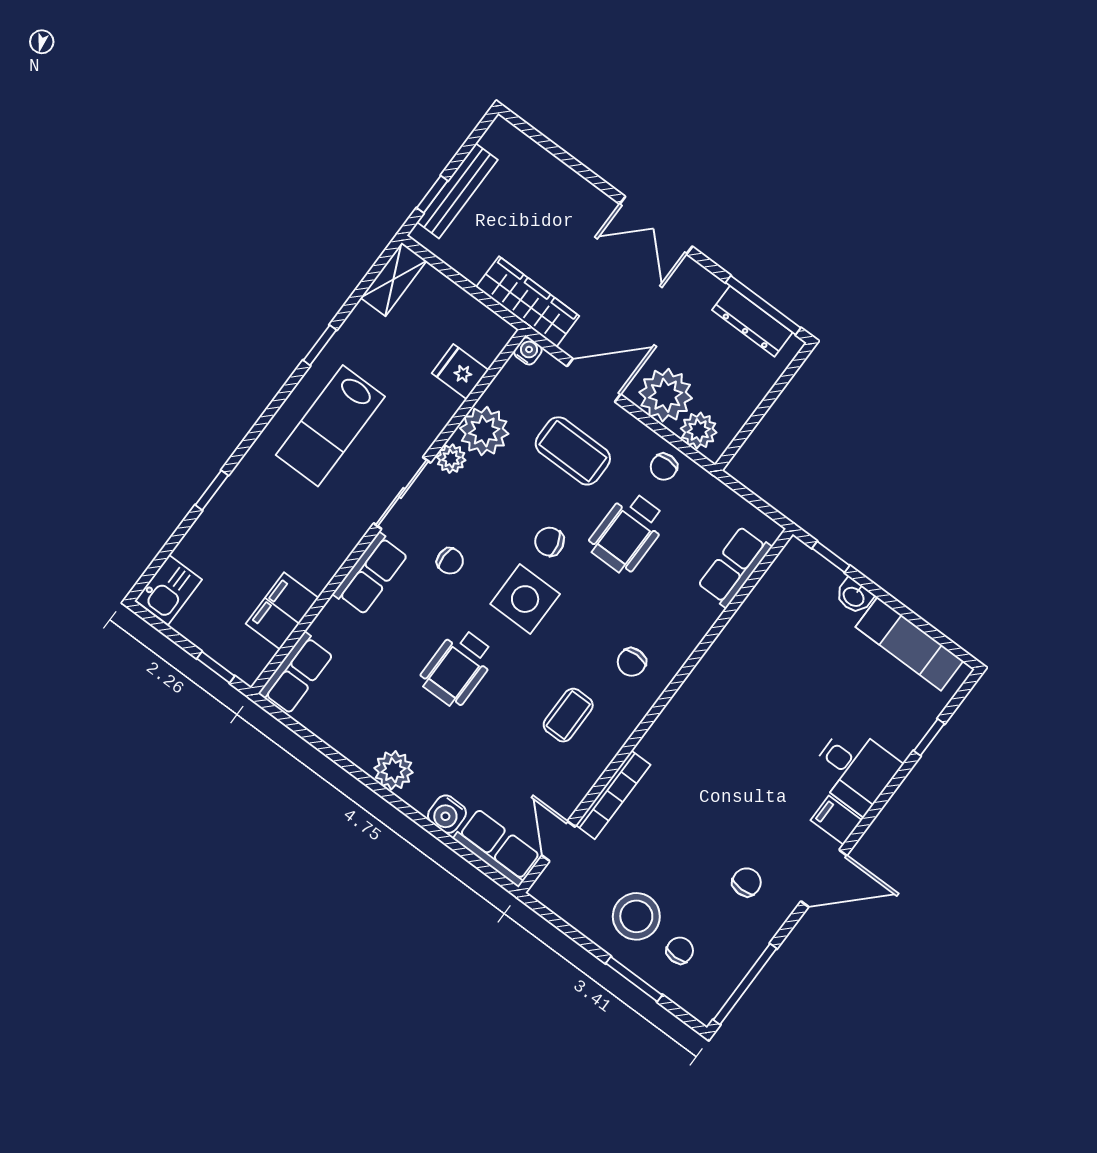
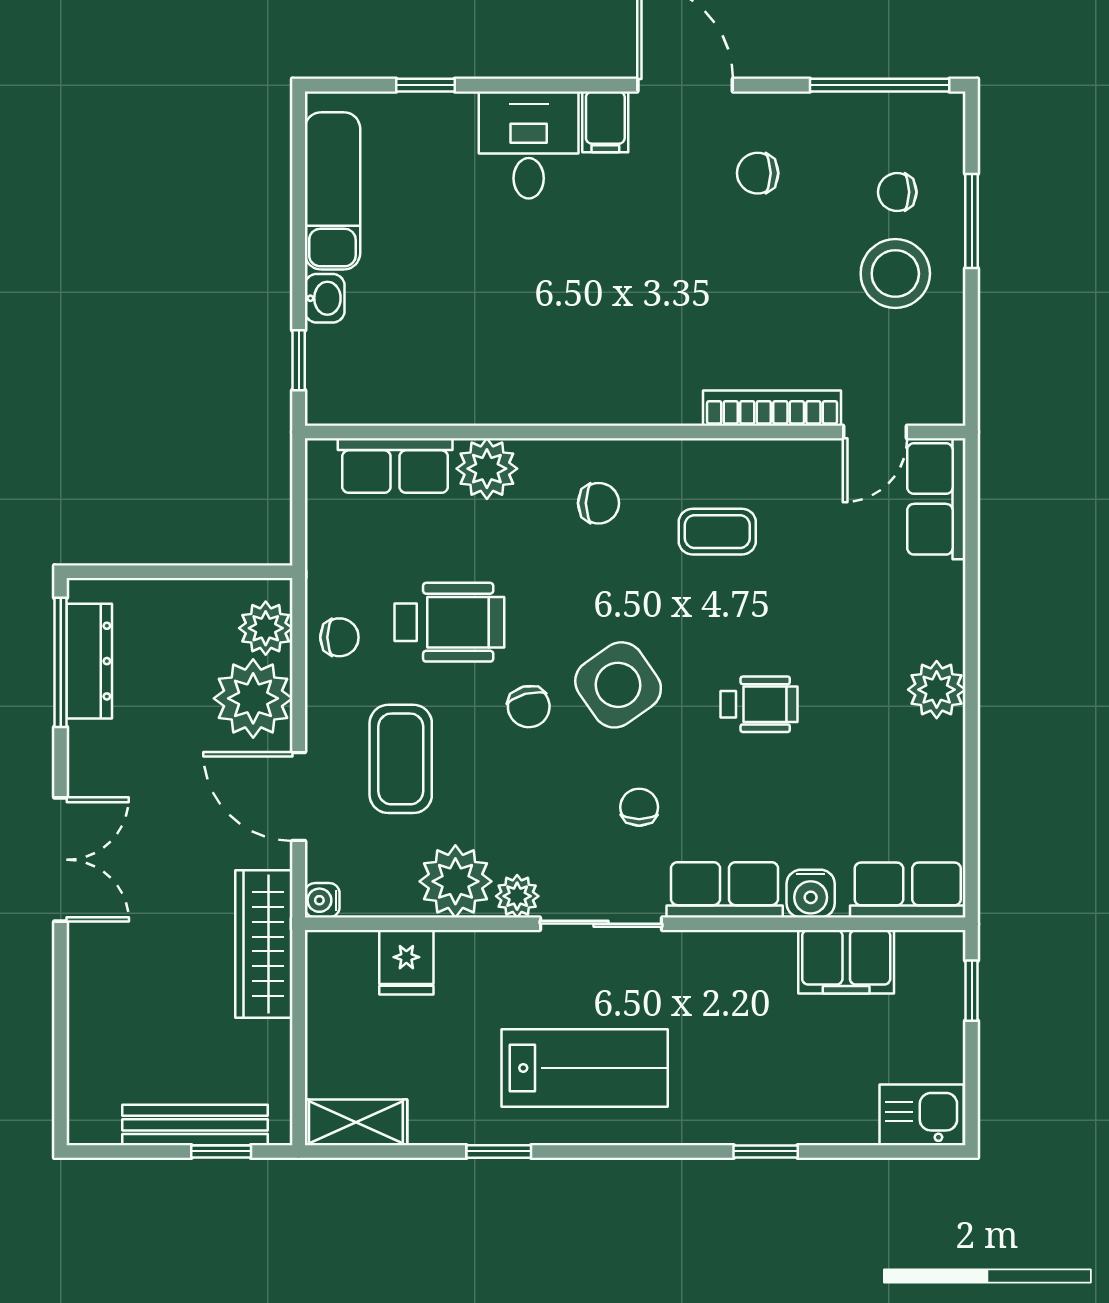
side table: (525, 599) -> (618, 685), turned -35
plant: (696, 615) -> (487, 469), added
wheelchair: (457, 668) -> (759, 704), width x0.73, depth x0.73
water cooler: (447, 814) -> (811, 894), moved, turned 90

